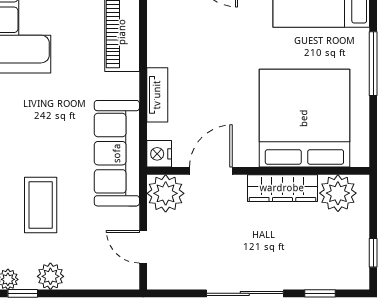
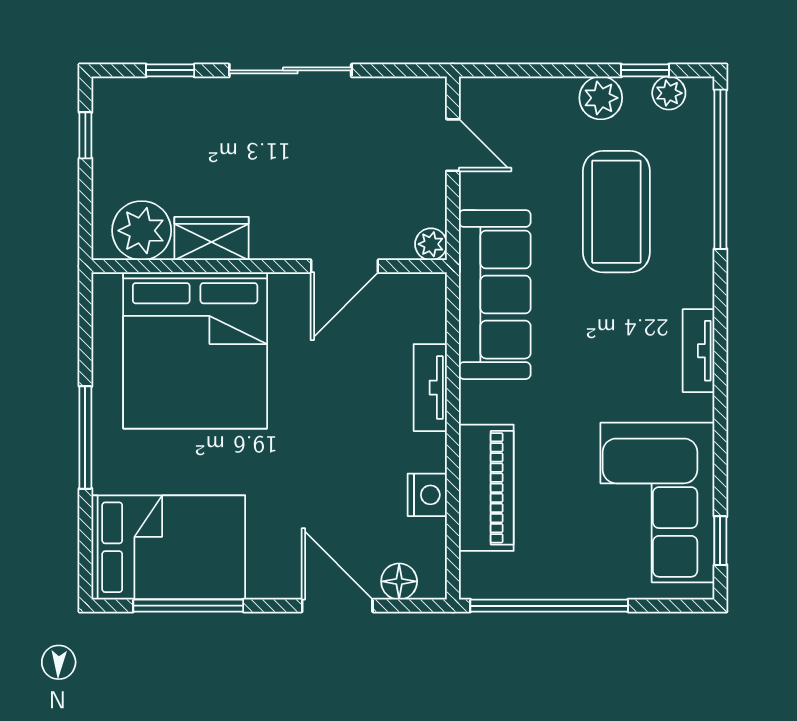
nightstand: (159, 154) -> (427, 495), moved
wardrobe: (282, 188) -> (212, 239), width x0.67
plant: (166, 193) -> (431, 244), width x0.53, depth x0.53
coffee table: (41, 205) -> (616, 212), width x1.36, depth x1.32

